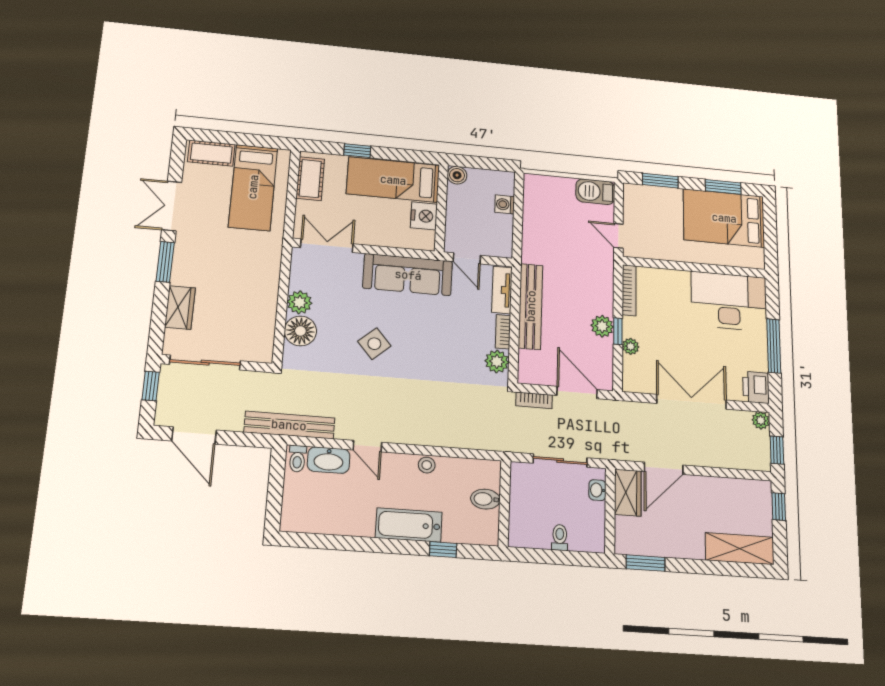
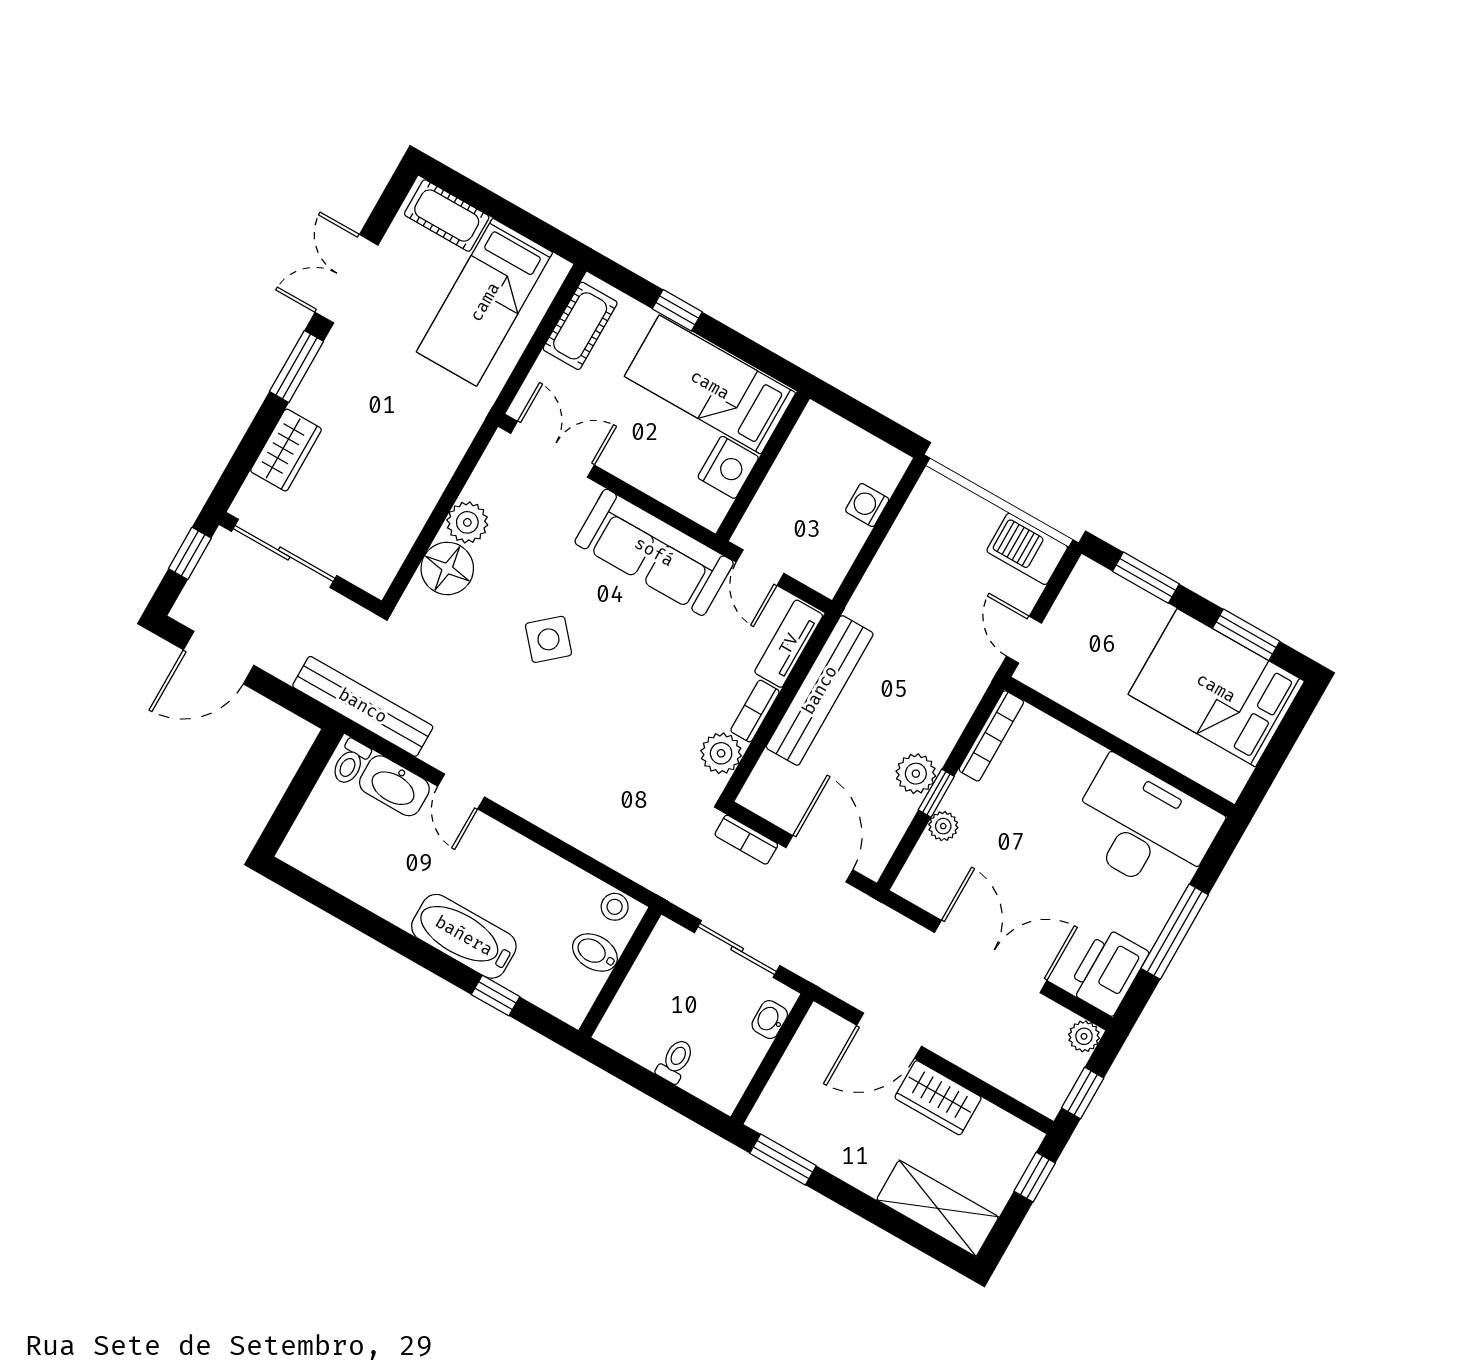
boiler: (457, 175) -> (816, 422), removed
printer: (756, 387) -> (1108, 971), width x1.37, depth x1.19
door: (194, 435) -> (219, 658), hinge flipped
stool: (427, 465) -> (615, 907), moved
wardrobe: (628, 493) -> (938, 1098), moved, turned 90

